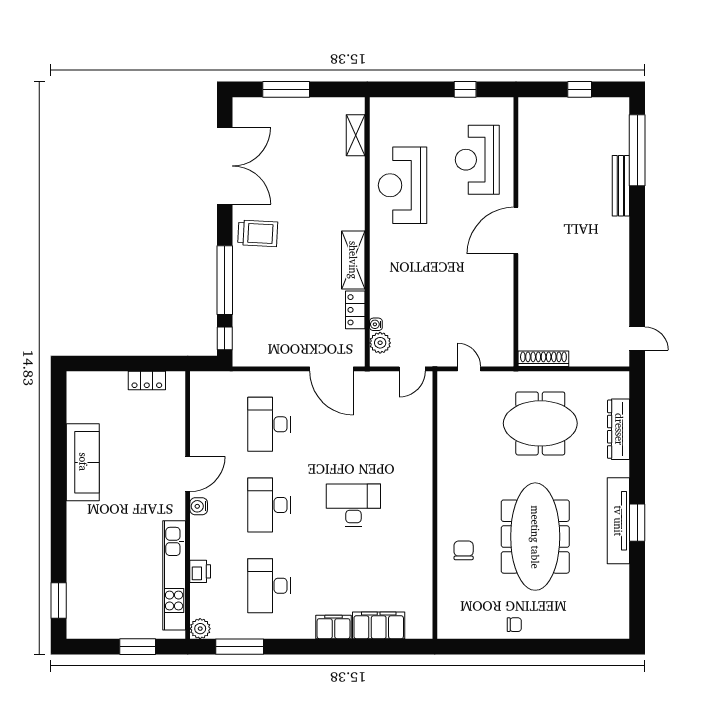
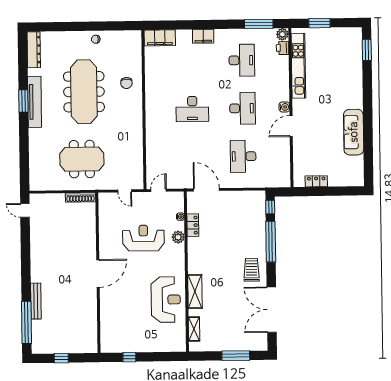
reception desk: (477, 160) -> (143, 238), moved, turned -90
trolley: (258, 233) -> (252, 270), turned 87
shelving: (353, 260) -> (195, 291), moved
plant: (380, 343) -> (178, 237), moved
desk: (269, 424) -> (243, 156), turned 180
dresser: (619, 429) -> (34, 50), moved
printer: (200, 571) -> (283, 48), moved
filing cabinet: (379, 625) -> (160, 38), moved

